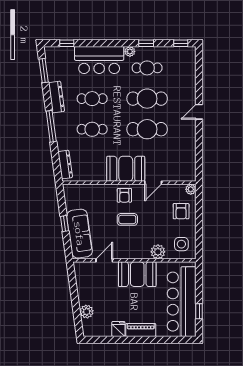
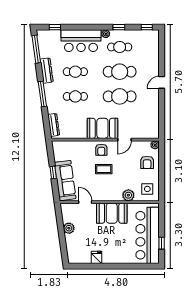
window: (44, 71) -> (36, 49), width x1.44
door: (104, 260) -> (85, 202), hinge flipped
plant: (87, 312) -> (69, 228), moved
piano: (141, 330) -> (115, 258), removed

